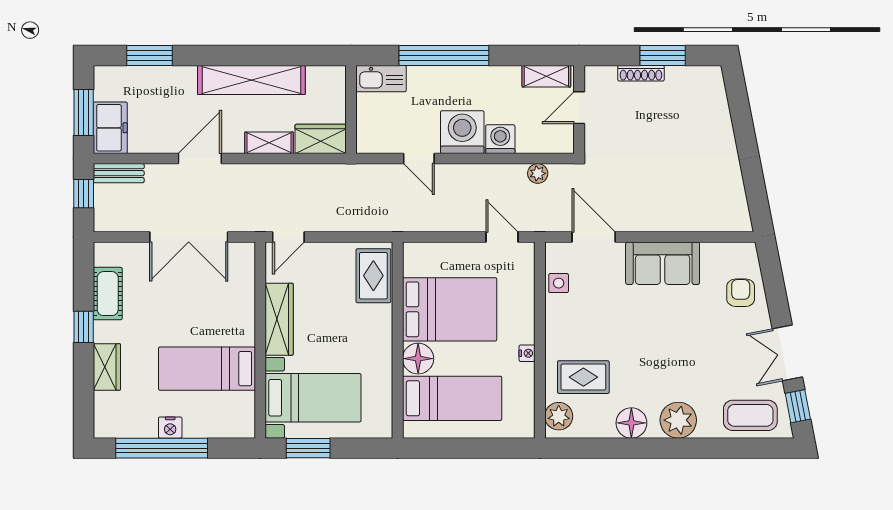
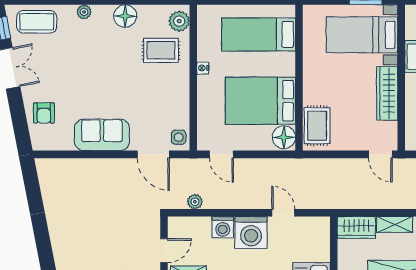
door: (288, 237) -> (380, 154), swing flipped
side table: (559, 283) -> (179, 137), moved
floor lamp: (418, 359) -> (284, 137), moved
plant: (678, 420) -> (84, 12), width x0.53, depth x0.53

